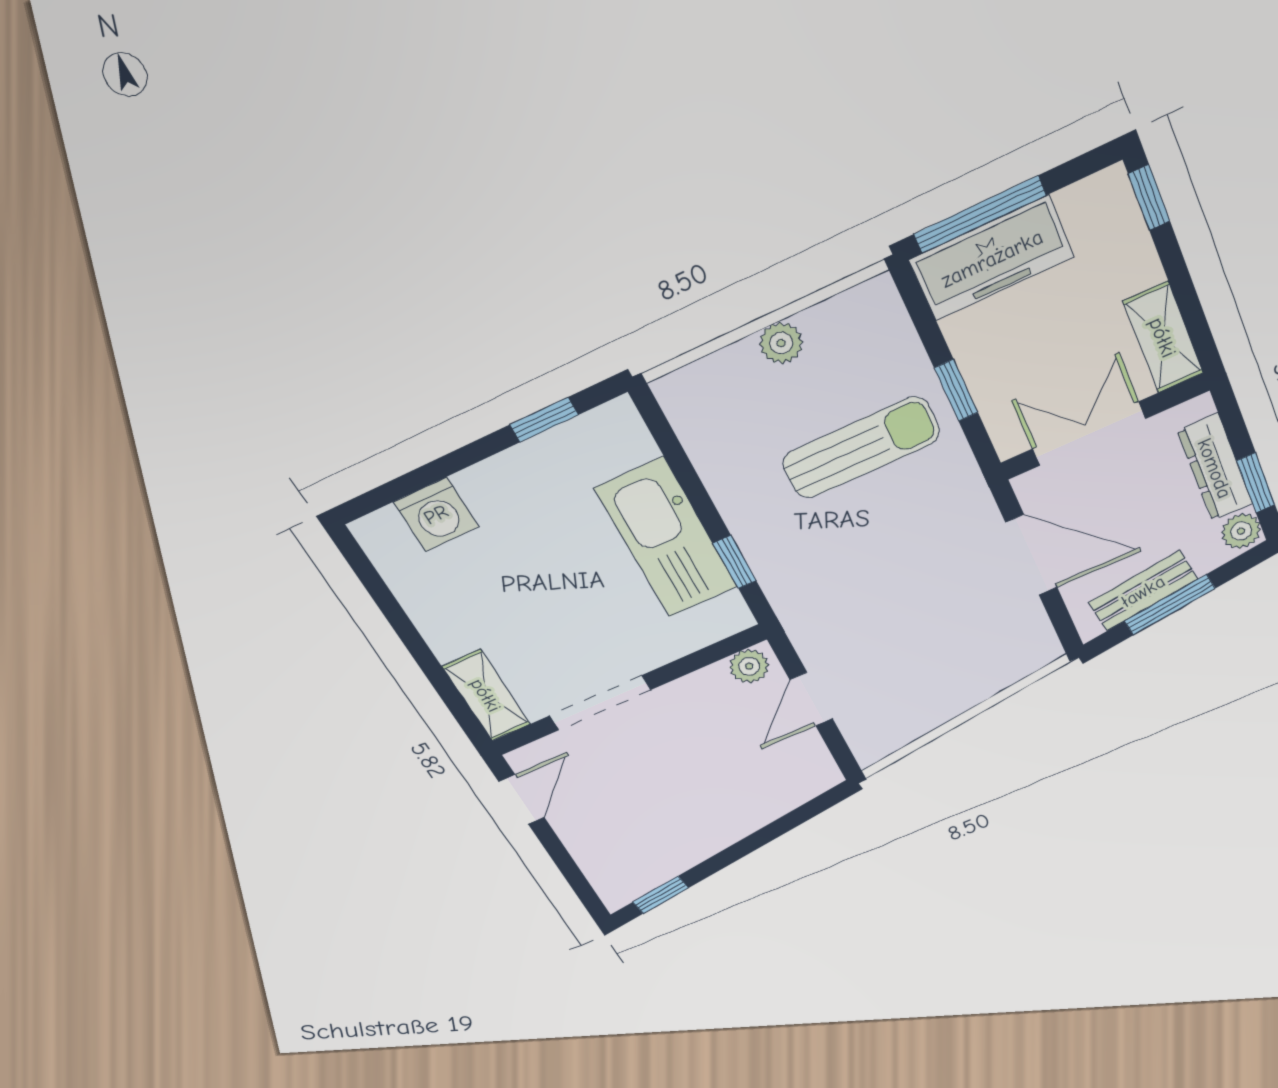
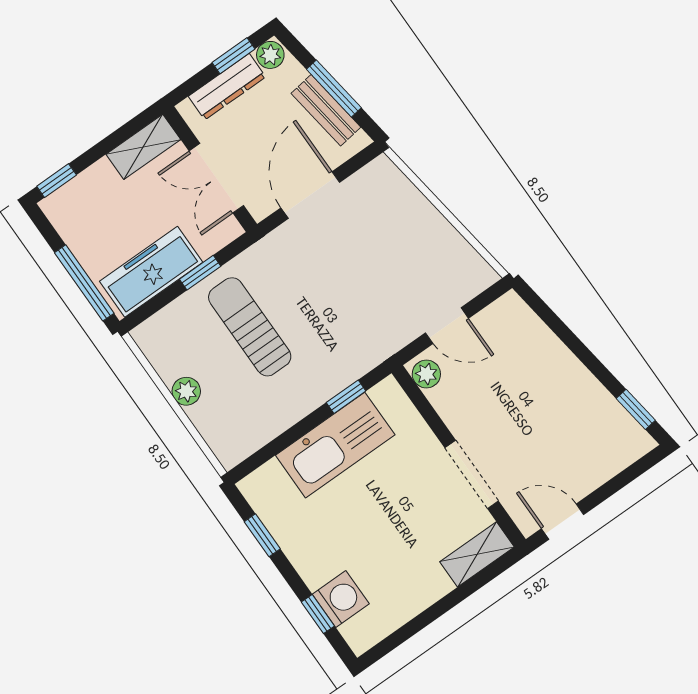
freezer: (992, 258) -> (151, 272), moved, turned -90
window: (416, 480) -> (318, 614), added

